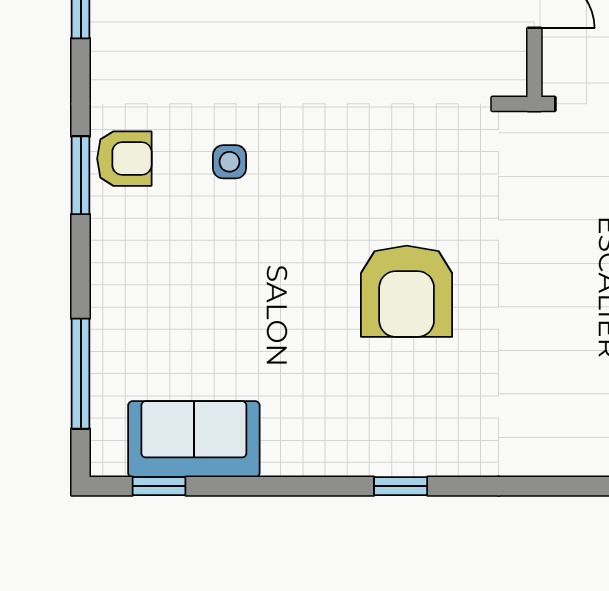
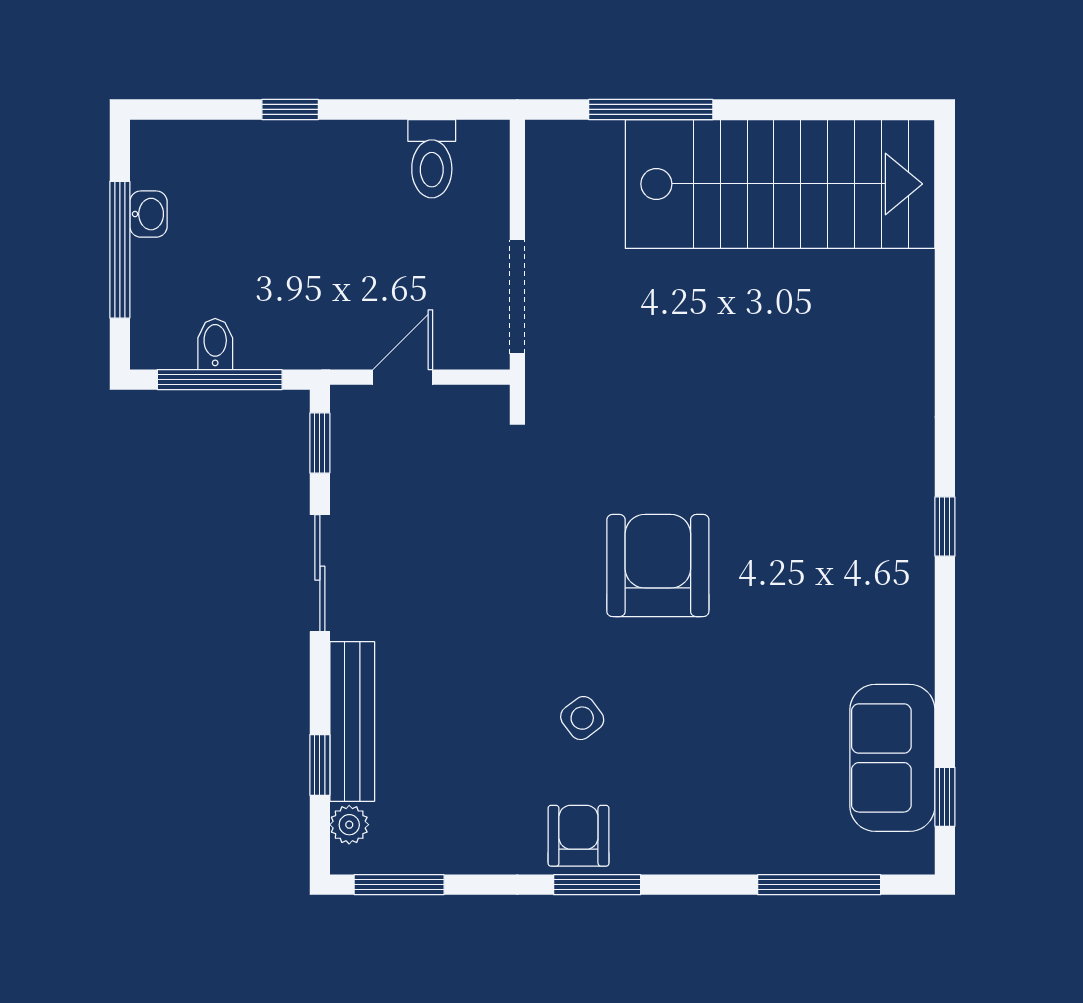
side table: (229, 162) -> (582, 718), turned -37
armchair: (407, 291) -> (658, 566), moved, turned -90

